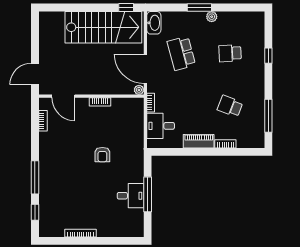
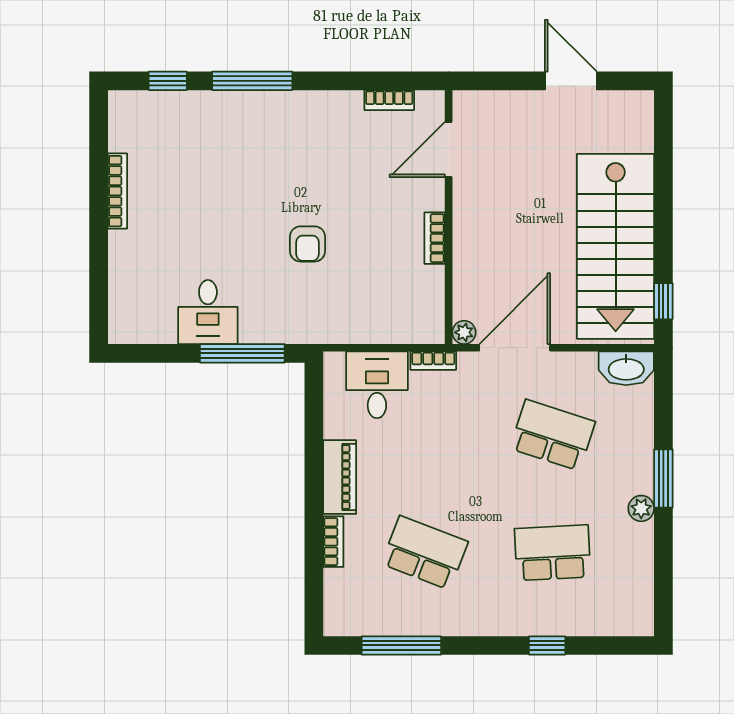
school desk: (181, 53) -> (553, 435), turned 33
school desk: (230, 53) -> (553, 553), width x1.85
door: (35, 74) -> (571, 81), moved
school desk: (230, 106) -> (425, 553), width x1.85
armchair: (102, 155) -> (307, 244), turned -90
window: (148, 194) -> (242, 353), moved

